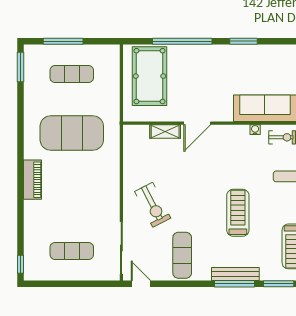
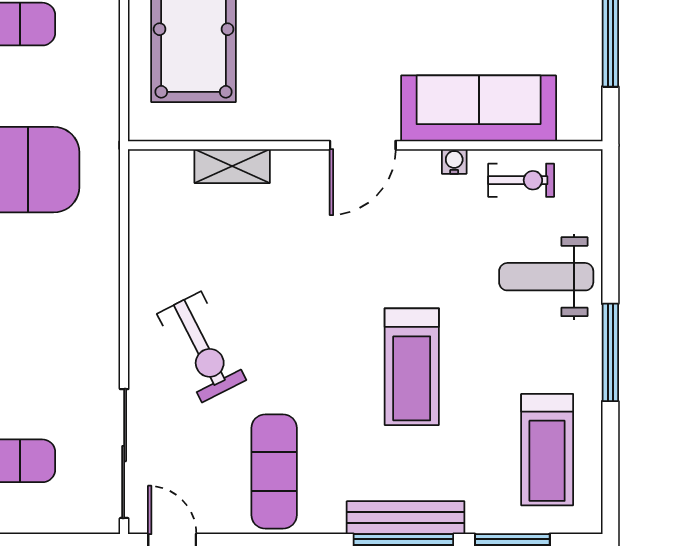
door: (197, 123) -> (363, 145), moved
treadmill: (238, 213) -> (412, 367), turned 180

